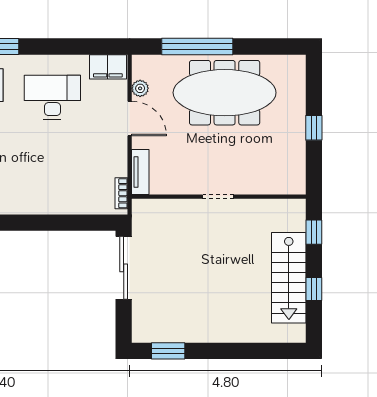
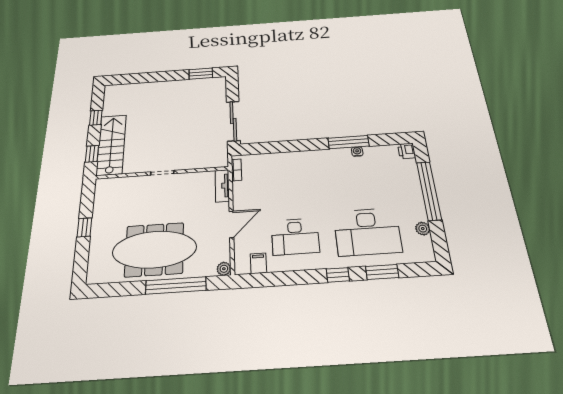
filing cabinet: (108, 67) -> (258, 263), width x0.50
plant: (140, 88) -> (224, 269), moved
door: (130, 119) -> (231, 224), swing flipped
stairs: (289, 278) -> (111, 145), moved

